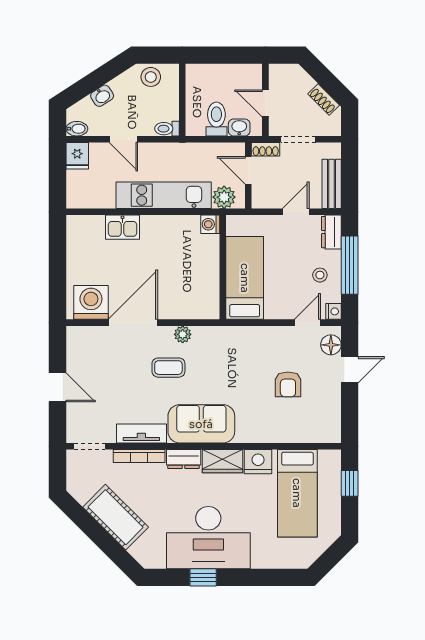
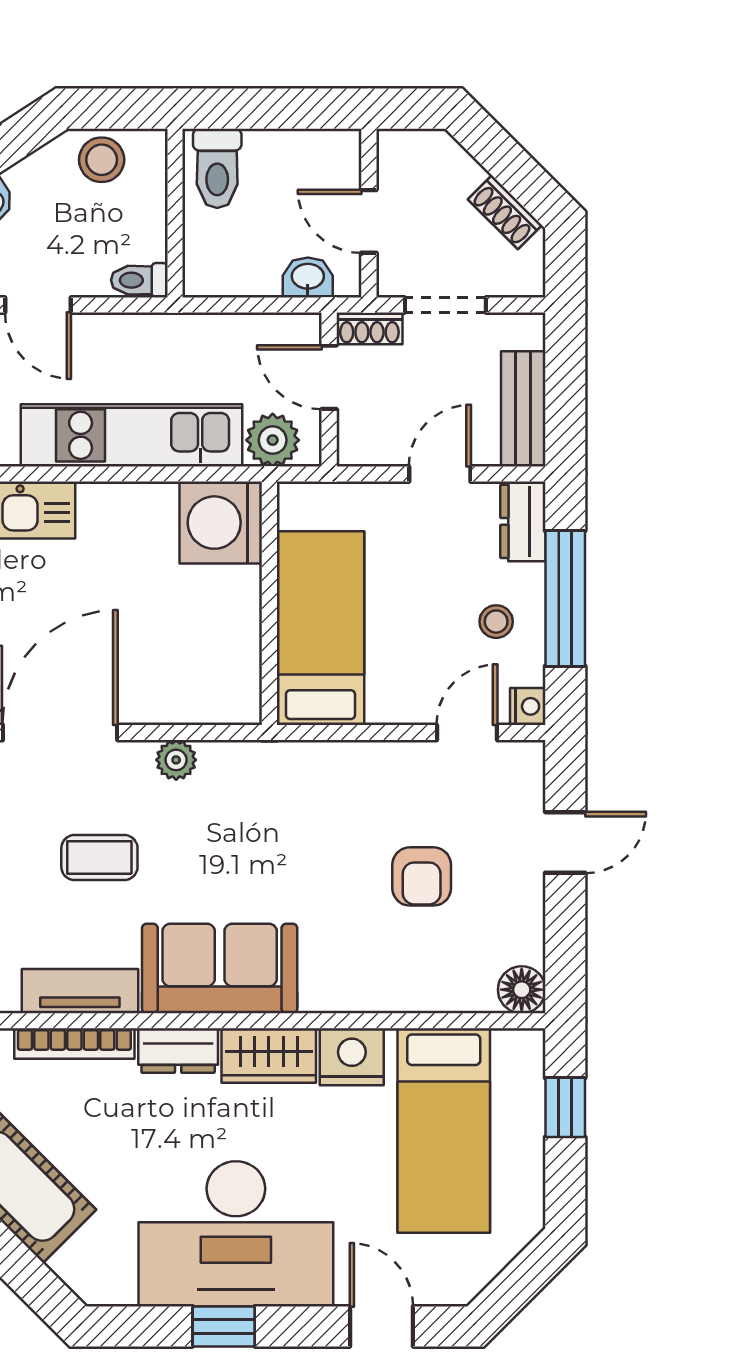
toilet: (216, 119) -> (217, 168), moved, turned 180
washing machine: (210, 224) -> (221, 523), width x1.89, depth x1.89
floor lamp: (331, 345) -> (522, 990), moved
coffee table: (168, 368) -> (99, 858), moved
door: (271, 577) -> (381, 1326), added

